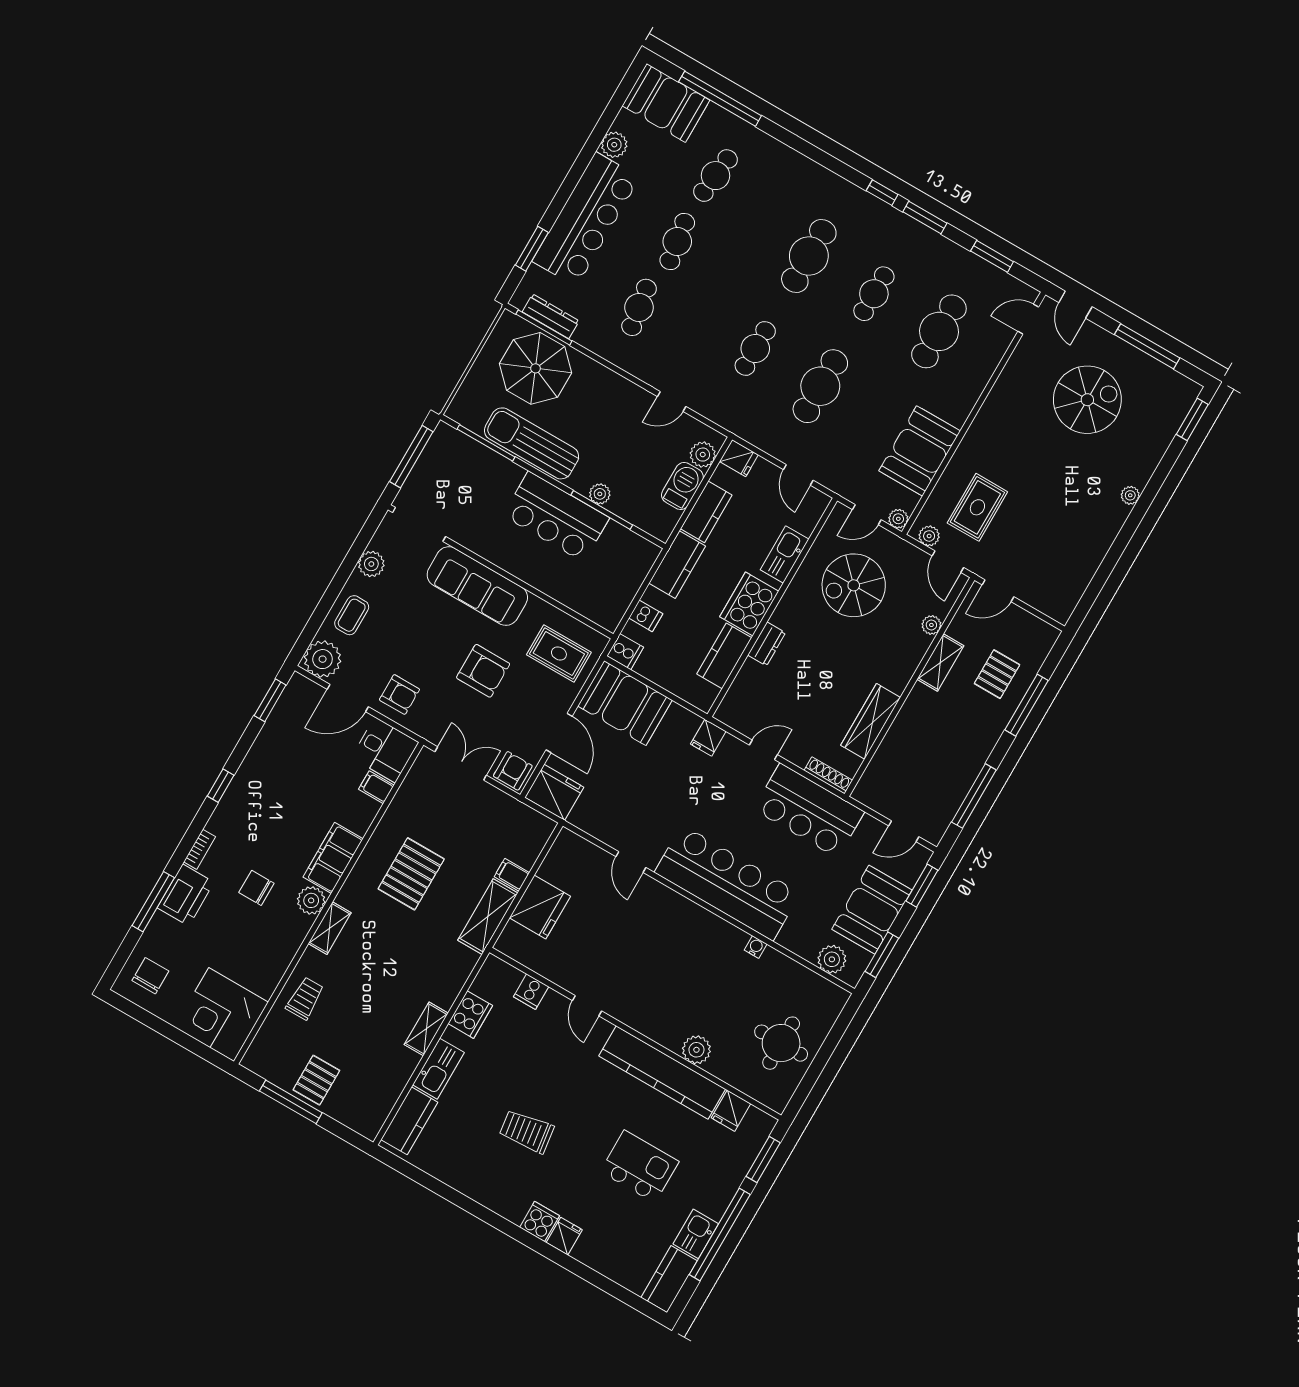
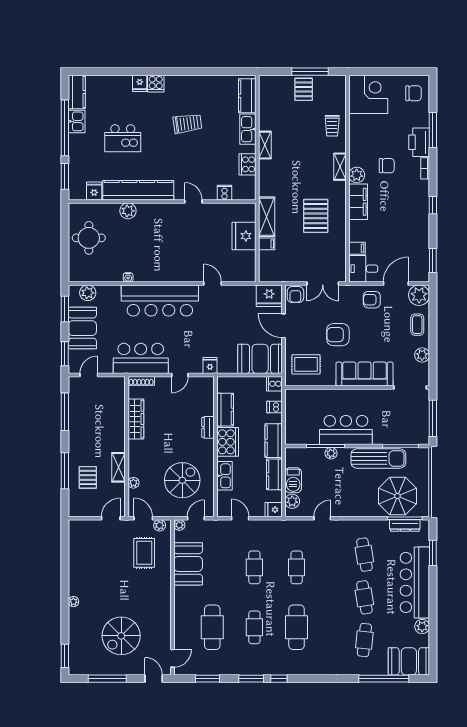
cafe table: (820, 386) -> (254, 567), width x0.73, depth x0.74
chair: (150, 976) -> (414, 93), turned -90

